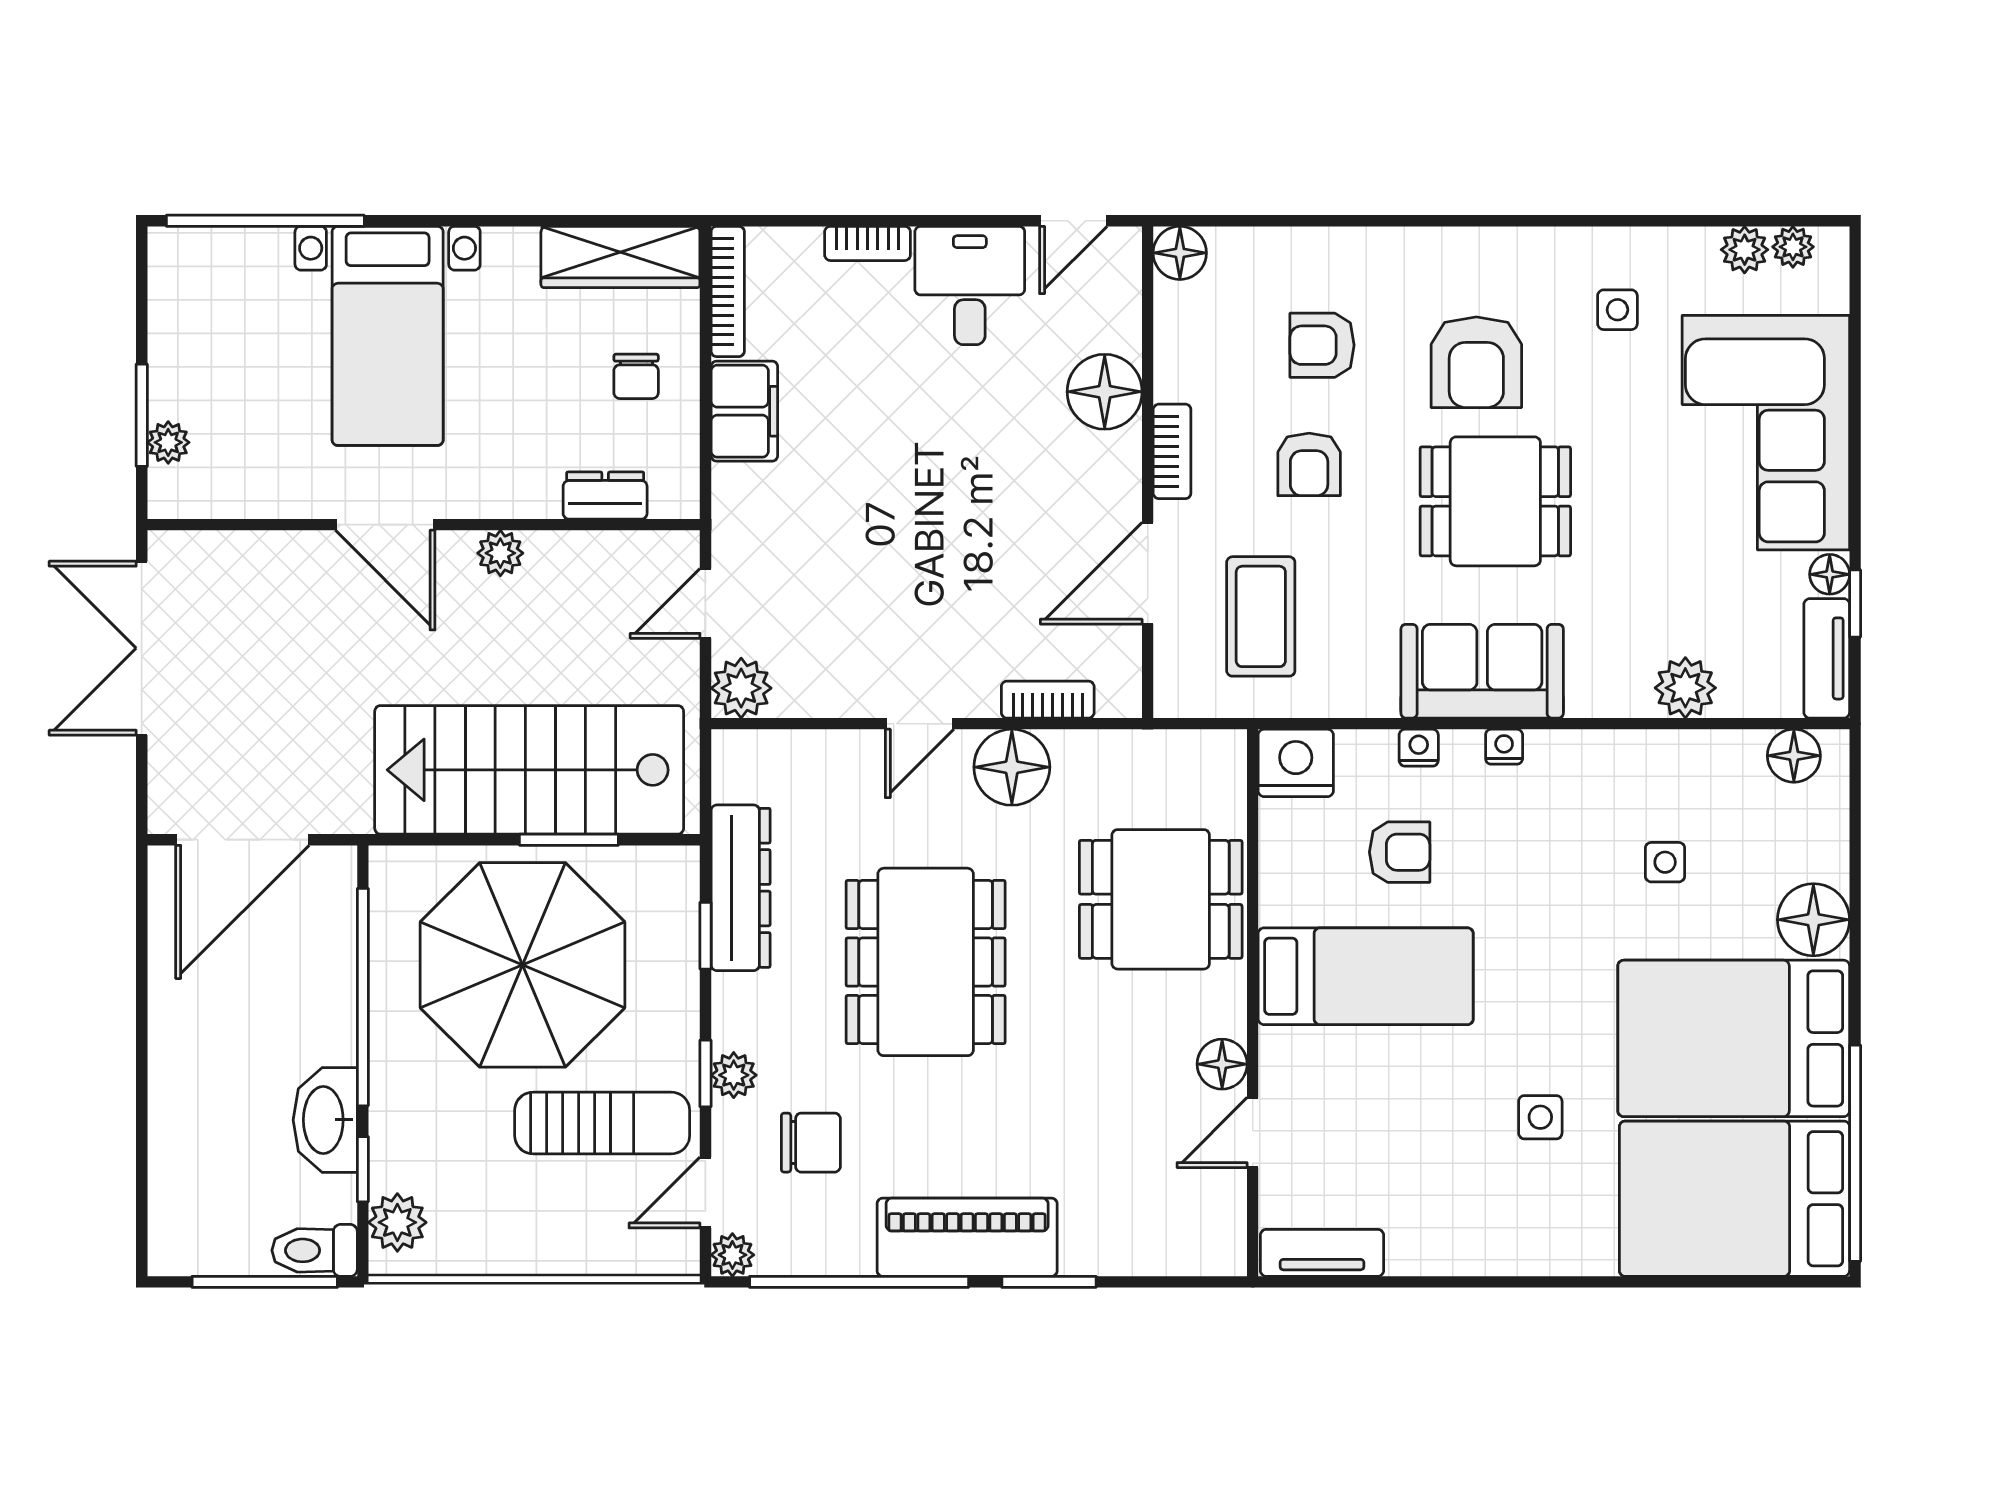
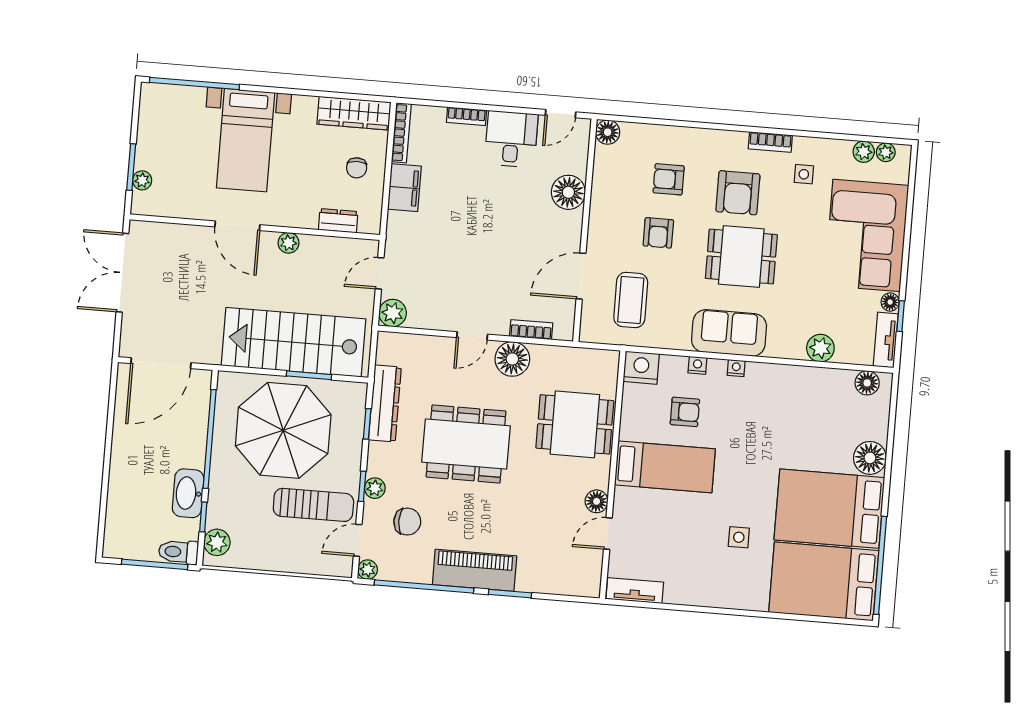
bookcase: (1172, 451) -> (770, 142), moved, turned 90
side table: (1665, 862) -> (805, 426), removed
dining table: (926, 962) -> (466, 444), turned 90

